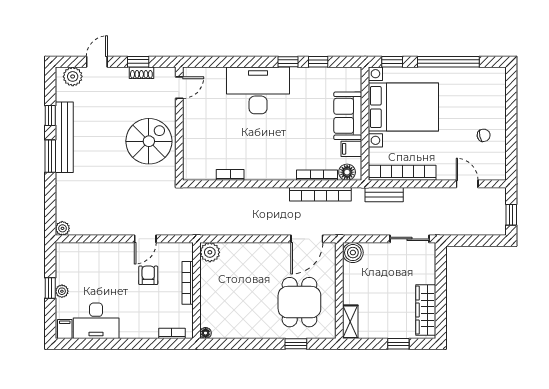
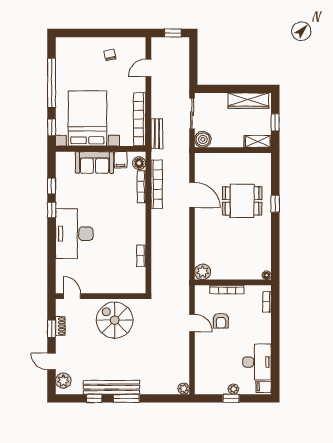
boiler: (353, 253) -> (203, 139), moved
armchair: (148, 275) -> (221, 321), turned -90
wall: (339, 290) -> (233, 150), moved
shelving: (350, 322) -> (258, 141), moved

